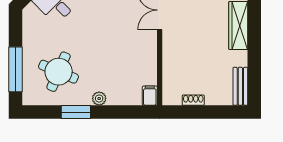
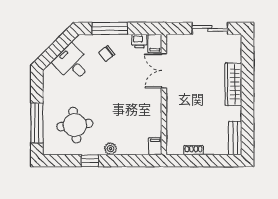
round table: (59, 72) -> (75, 125), turned -30
window: (76, 112) -> (90, 161), width x0.67

